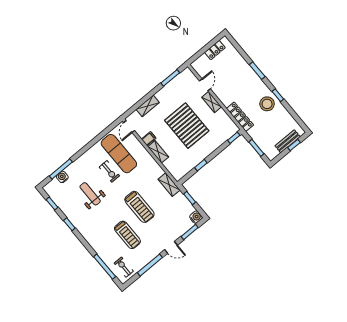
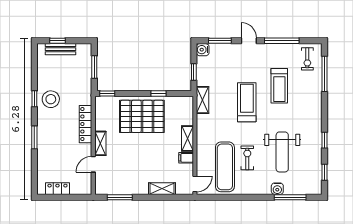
locker: (240, 117) -> (86, 124), moved
pallet: (187, 126) -> (142, 116), moved, turned 90
water cooler: (62, 177) -> (277, 189), moved
weight bench: (90, 194) -> (282, 152), width x1.36, depth x1.33
treadmill: (127, 235) -> (279, 86), turned 180

